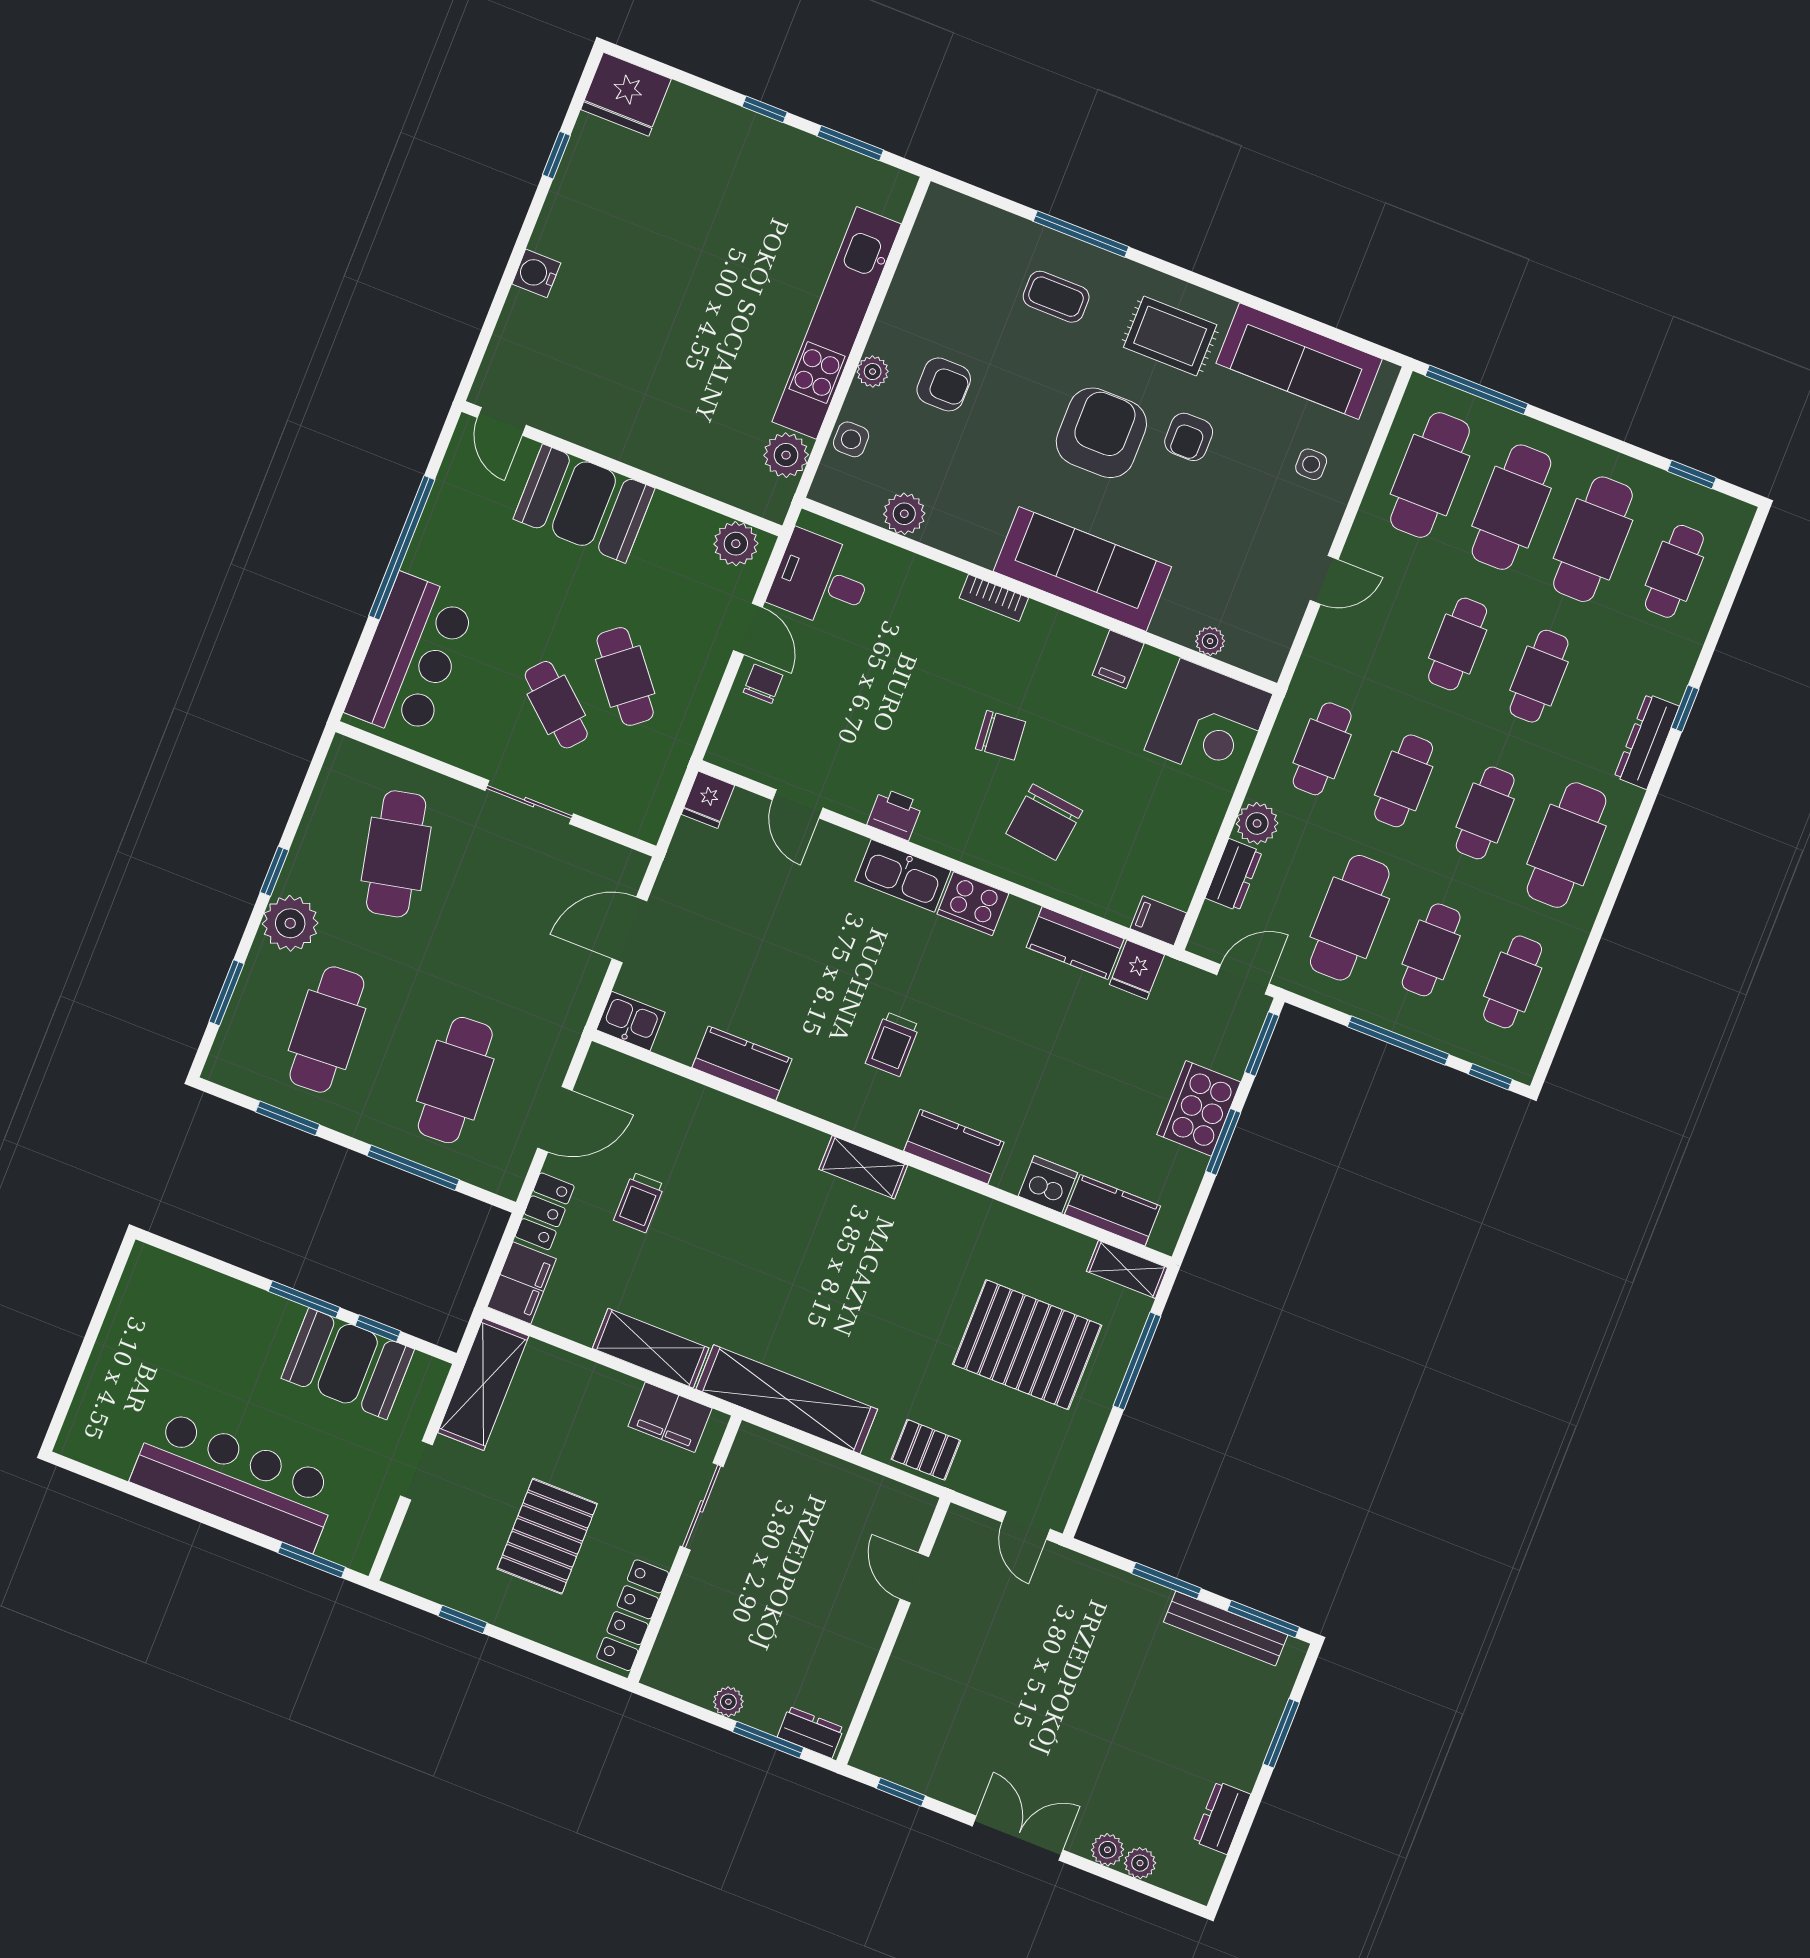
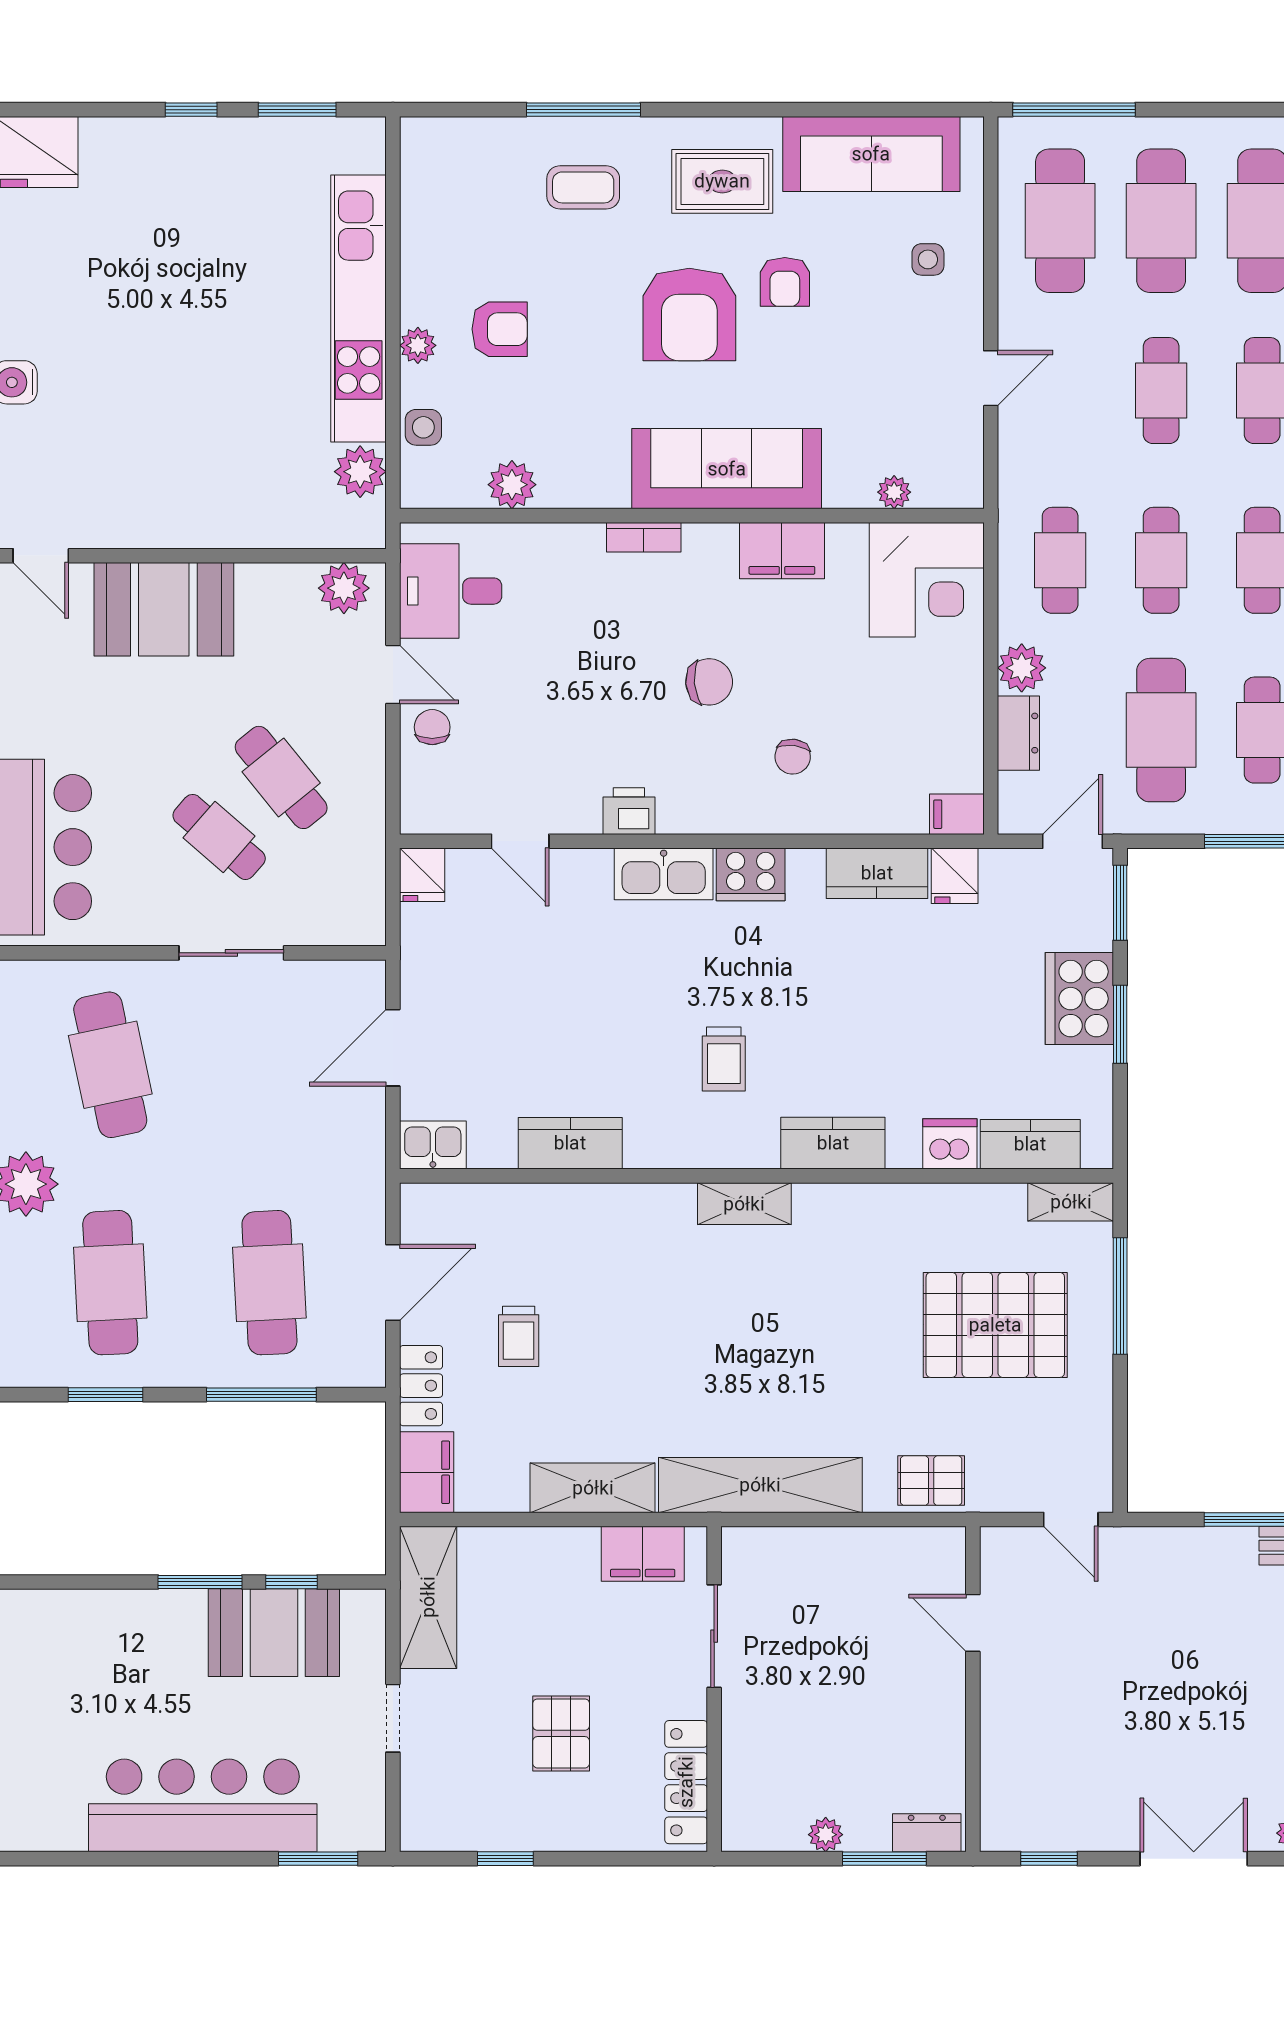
armchair: (1101, 433) -> (689, 314), turned 180
filing cabinet: (1118, 659) -> (782, 551), width x2.00
chair: (1044, 822) -> (793, 757), width x0.54, depth x0.54
pallet: (547, 1536) -> (561, 1733), width x0.67, depth x0.71

